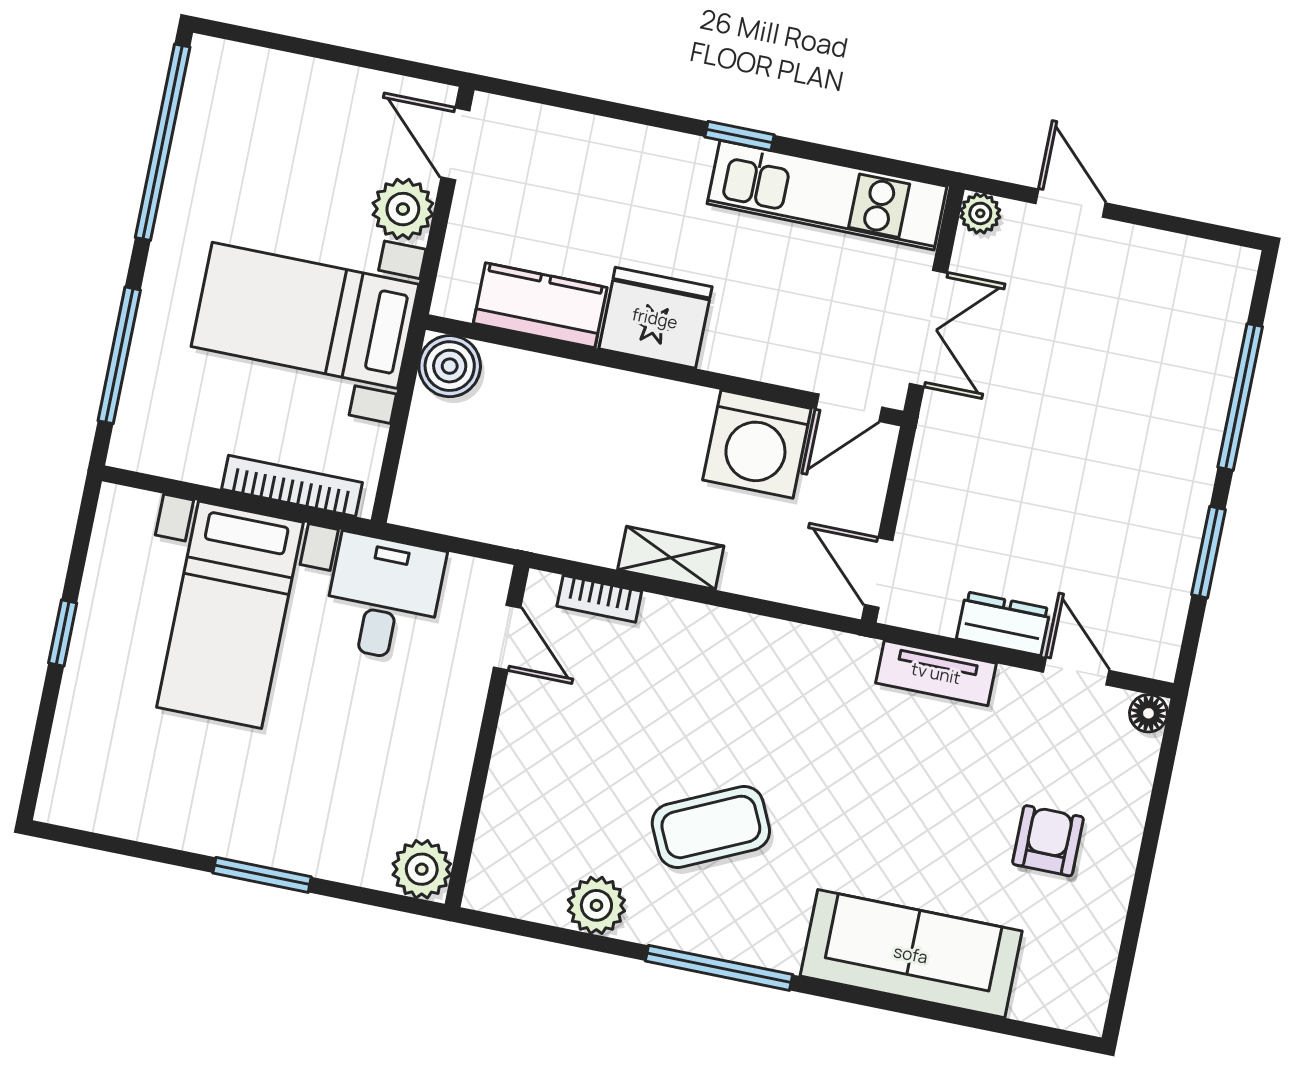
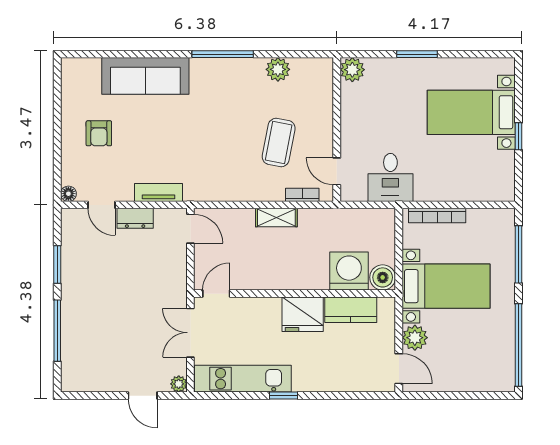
washing machine: (757, 444) -> (349, 271), moved
bed with nightstands: (230, 615) -> (471, 112), moved, turned -90
coffee table: (711, 827) -> (279, 142), moved, turned -54

